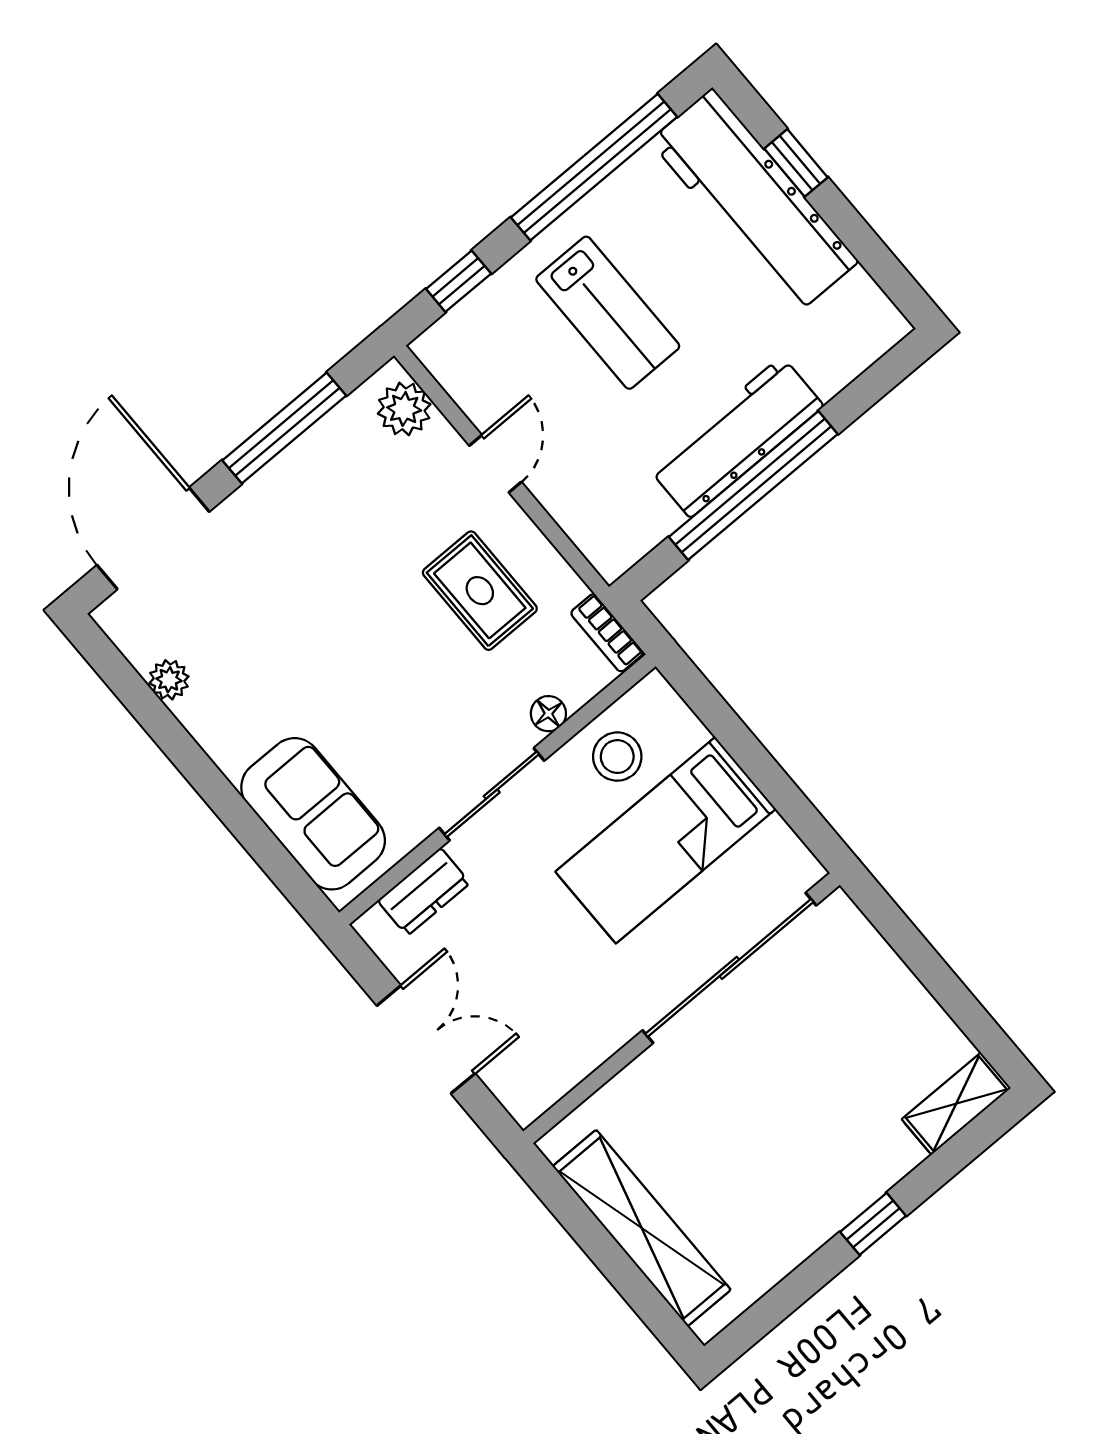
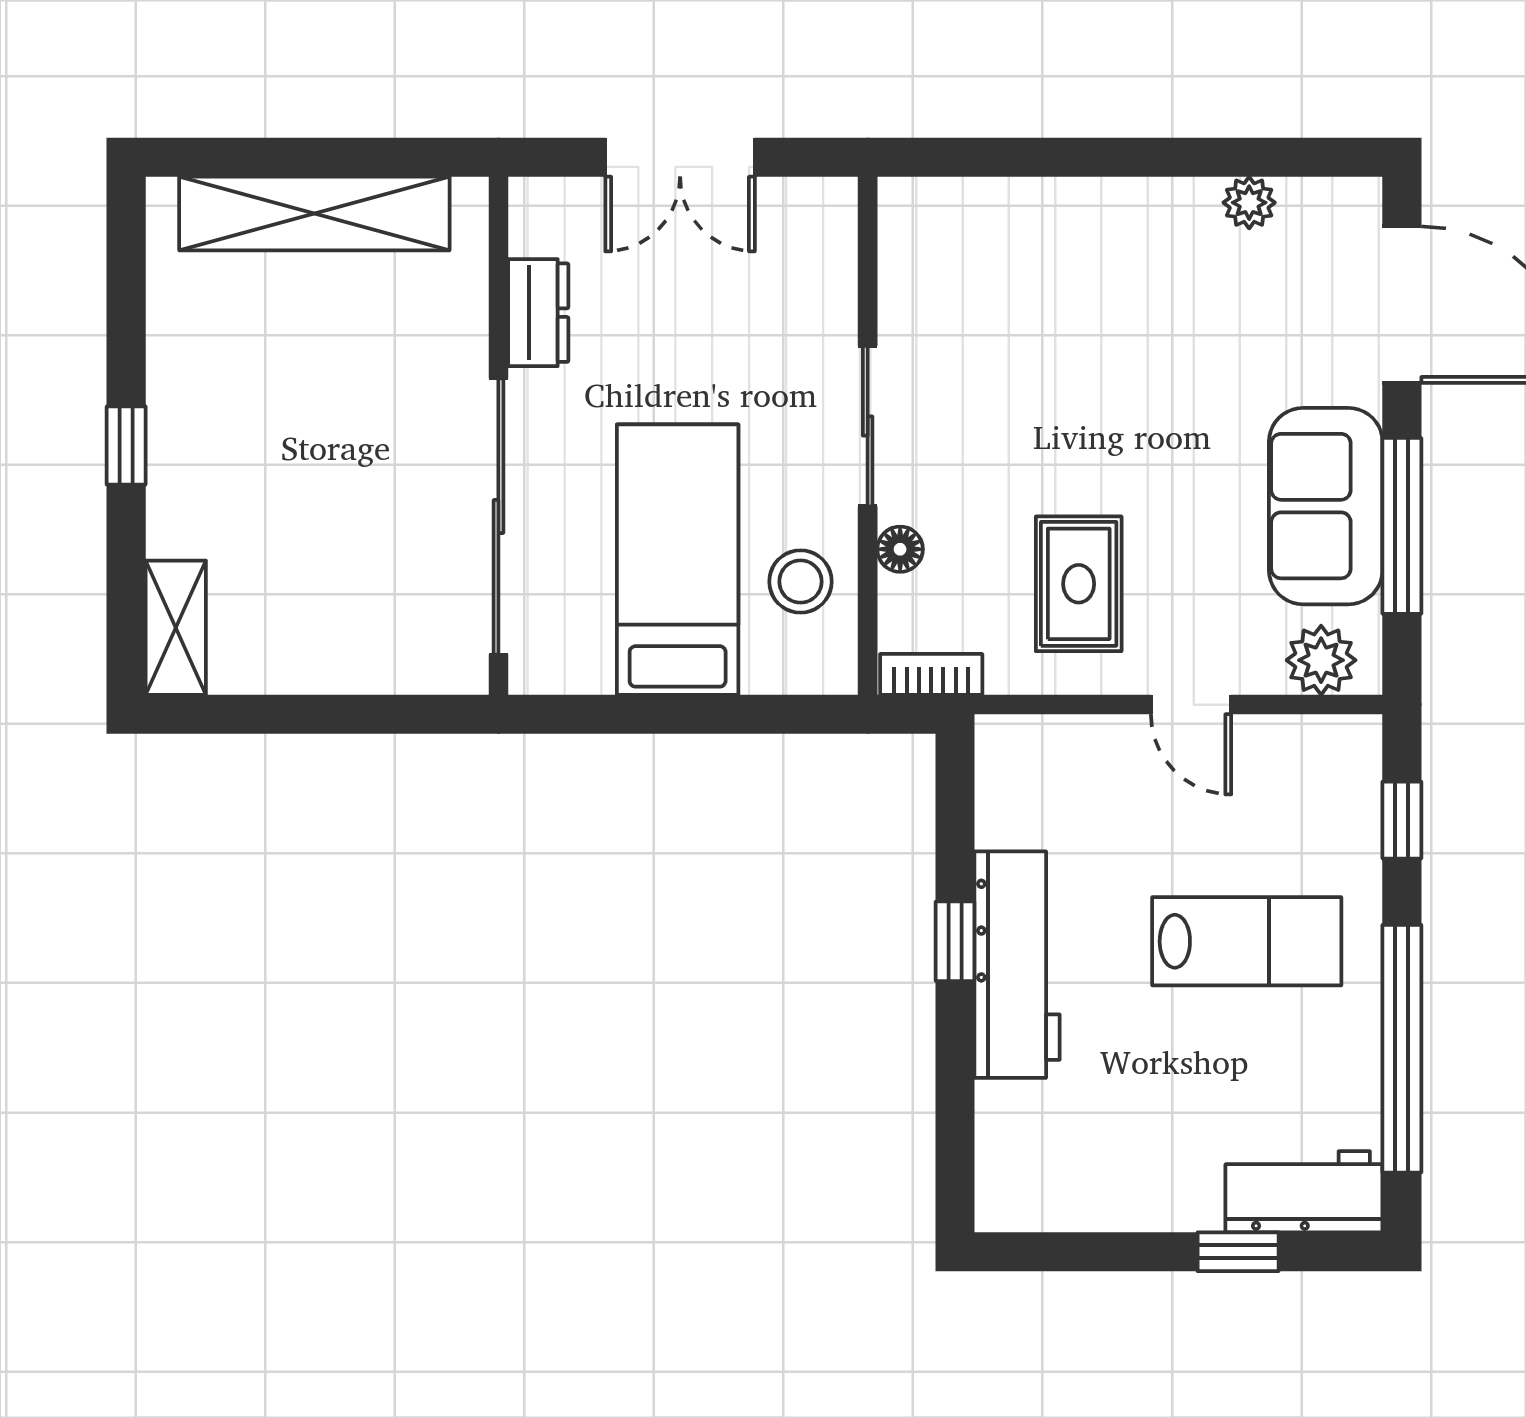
workbench: (754, 201) -> (1304, 1192), width x0.53, depth x0.76
lab bench: (608, 313) -> (1247, 941), turned 180
window: (753, 486) -> (955, 941), width x0.32
rug: (480, 591) -> (1079, 584), turned 90
sofa: (313, 814) -> (1326, 506), moved, turned 90
dresser: (424, 892) -> (538, 313), moved, turned 180

